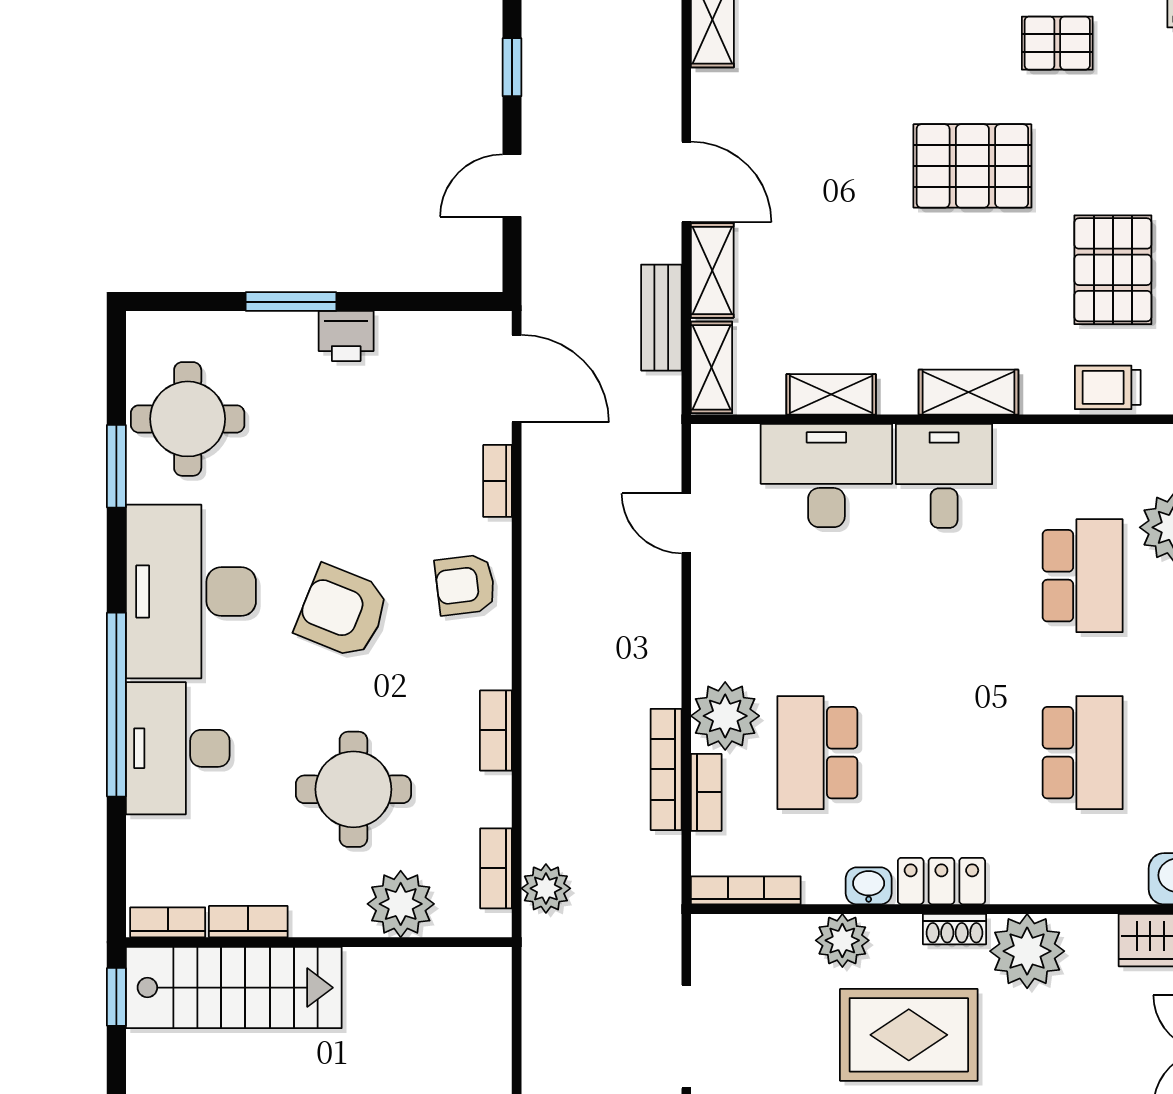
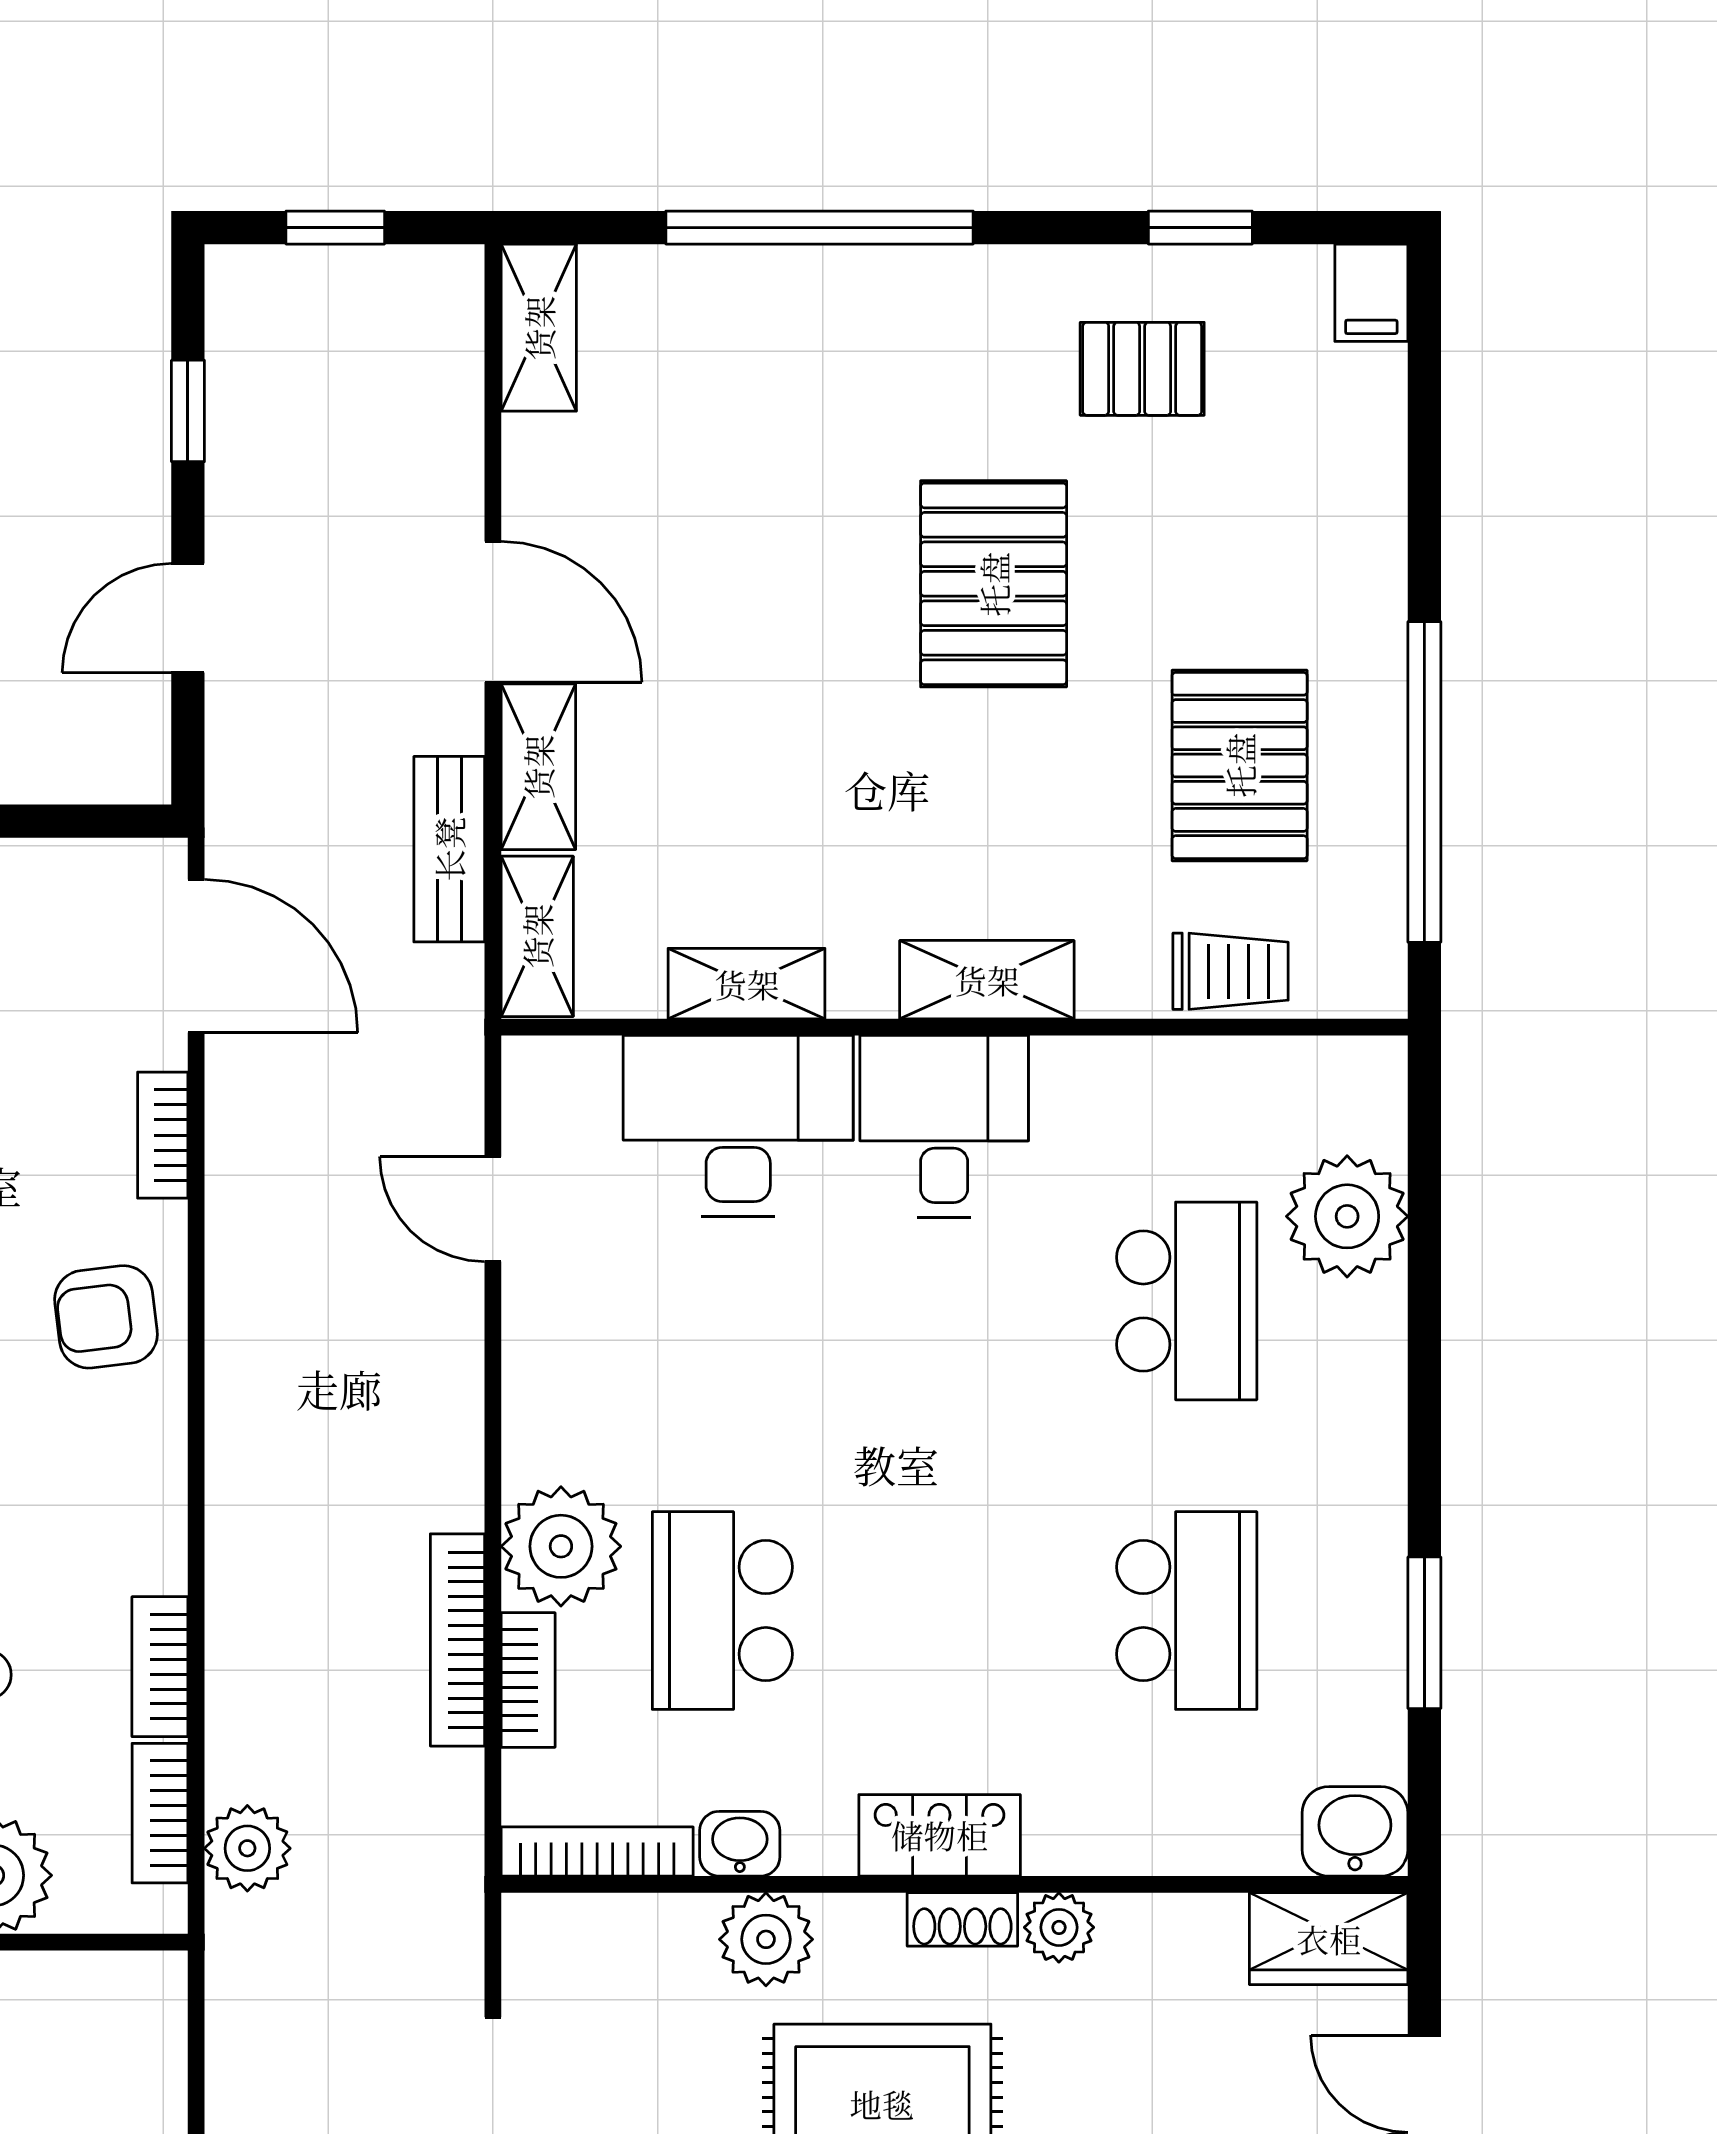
pallet: (972, 166) -> (994, 584), turned 90
trolley: (1108, 387) -> (1231, 971), turned 180
bookcase: (496, 730) -> (160, 1667), moved
washbasin: (869, 886) -> (740, 1844), moved
plant: (1027, 951) -> (1059, 1927), width x0.53, depth x0.53

